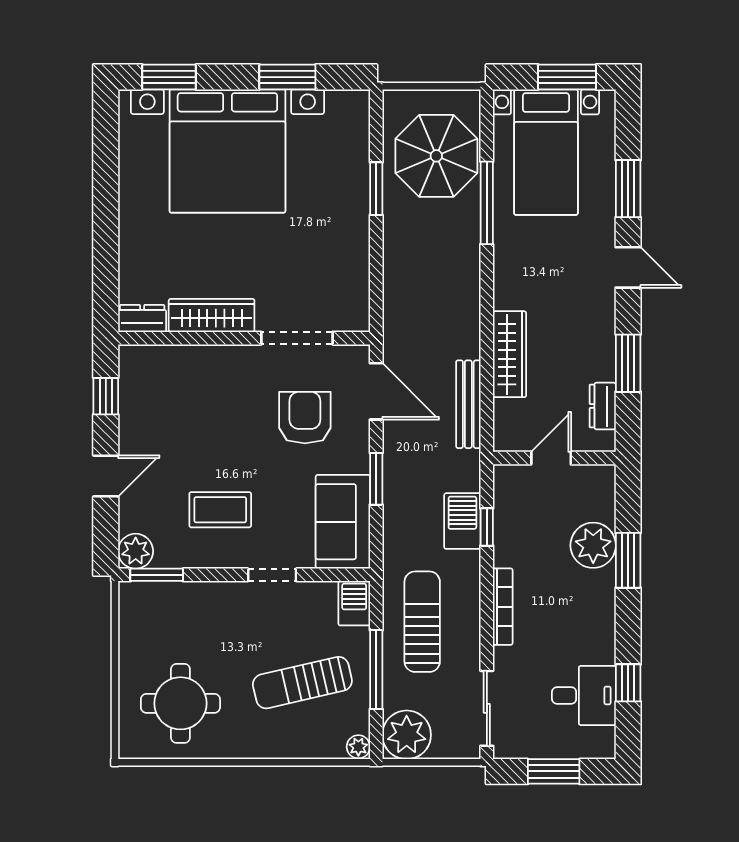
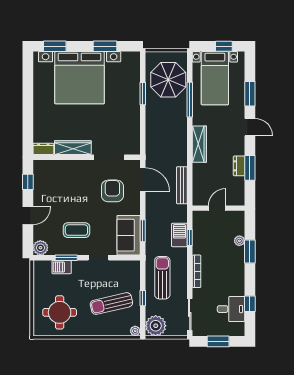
window: (567, 77) -> (224, 46), width x0.67
wardrobe: (510, 354) -> (199, 144), moved
dresser: (603, 406) -> (239, 166), moved
window: (376, 479) -> (143, 231), moved
plant: (593, 545) -> (239, 241), width x0.53, depth x0.53
window: (157, 575) -> (66, 258), moved
barbecue: (354, 603) -> (62, 267), moved, turned -90
window: (376, 670) -> (143, 298), width x0.46

